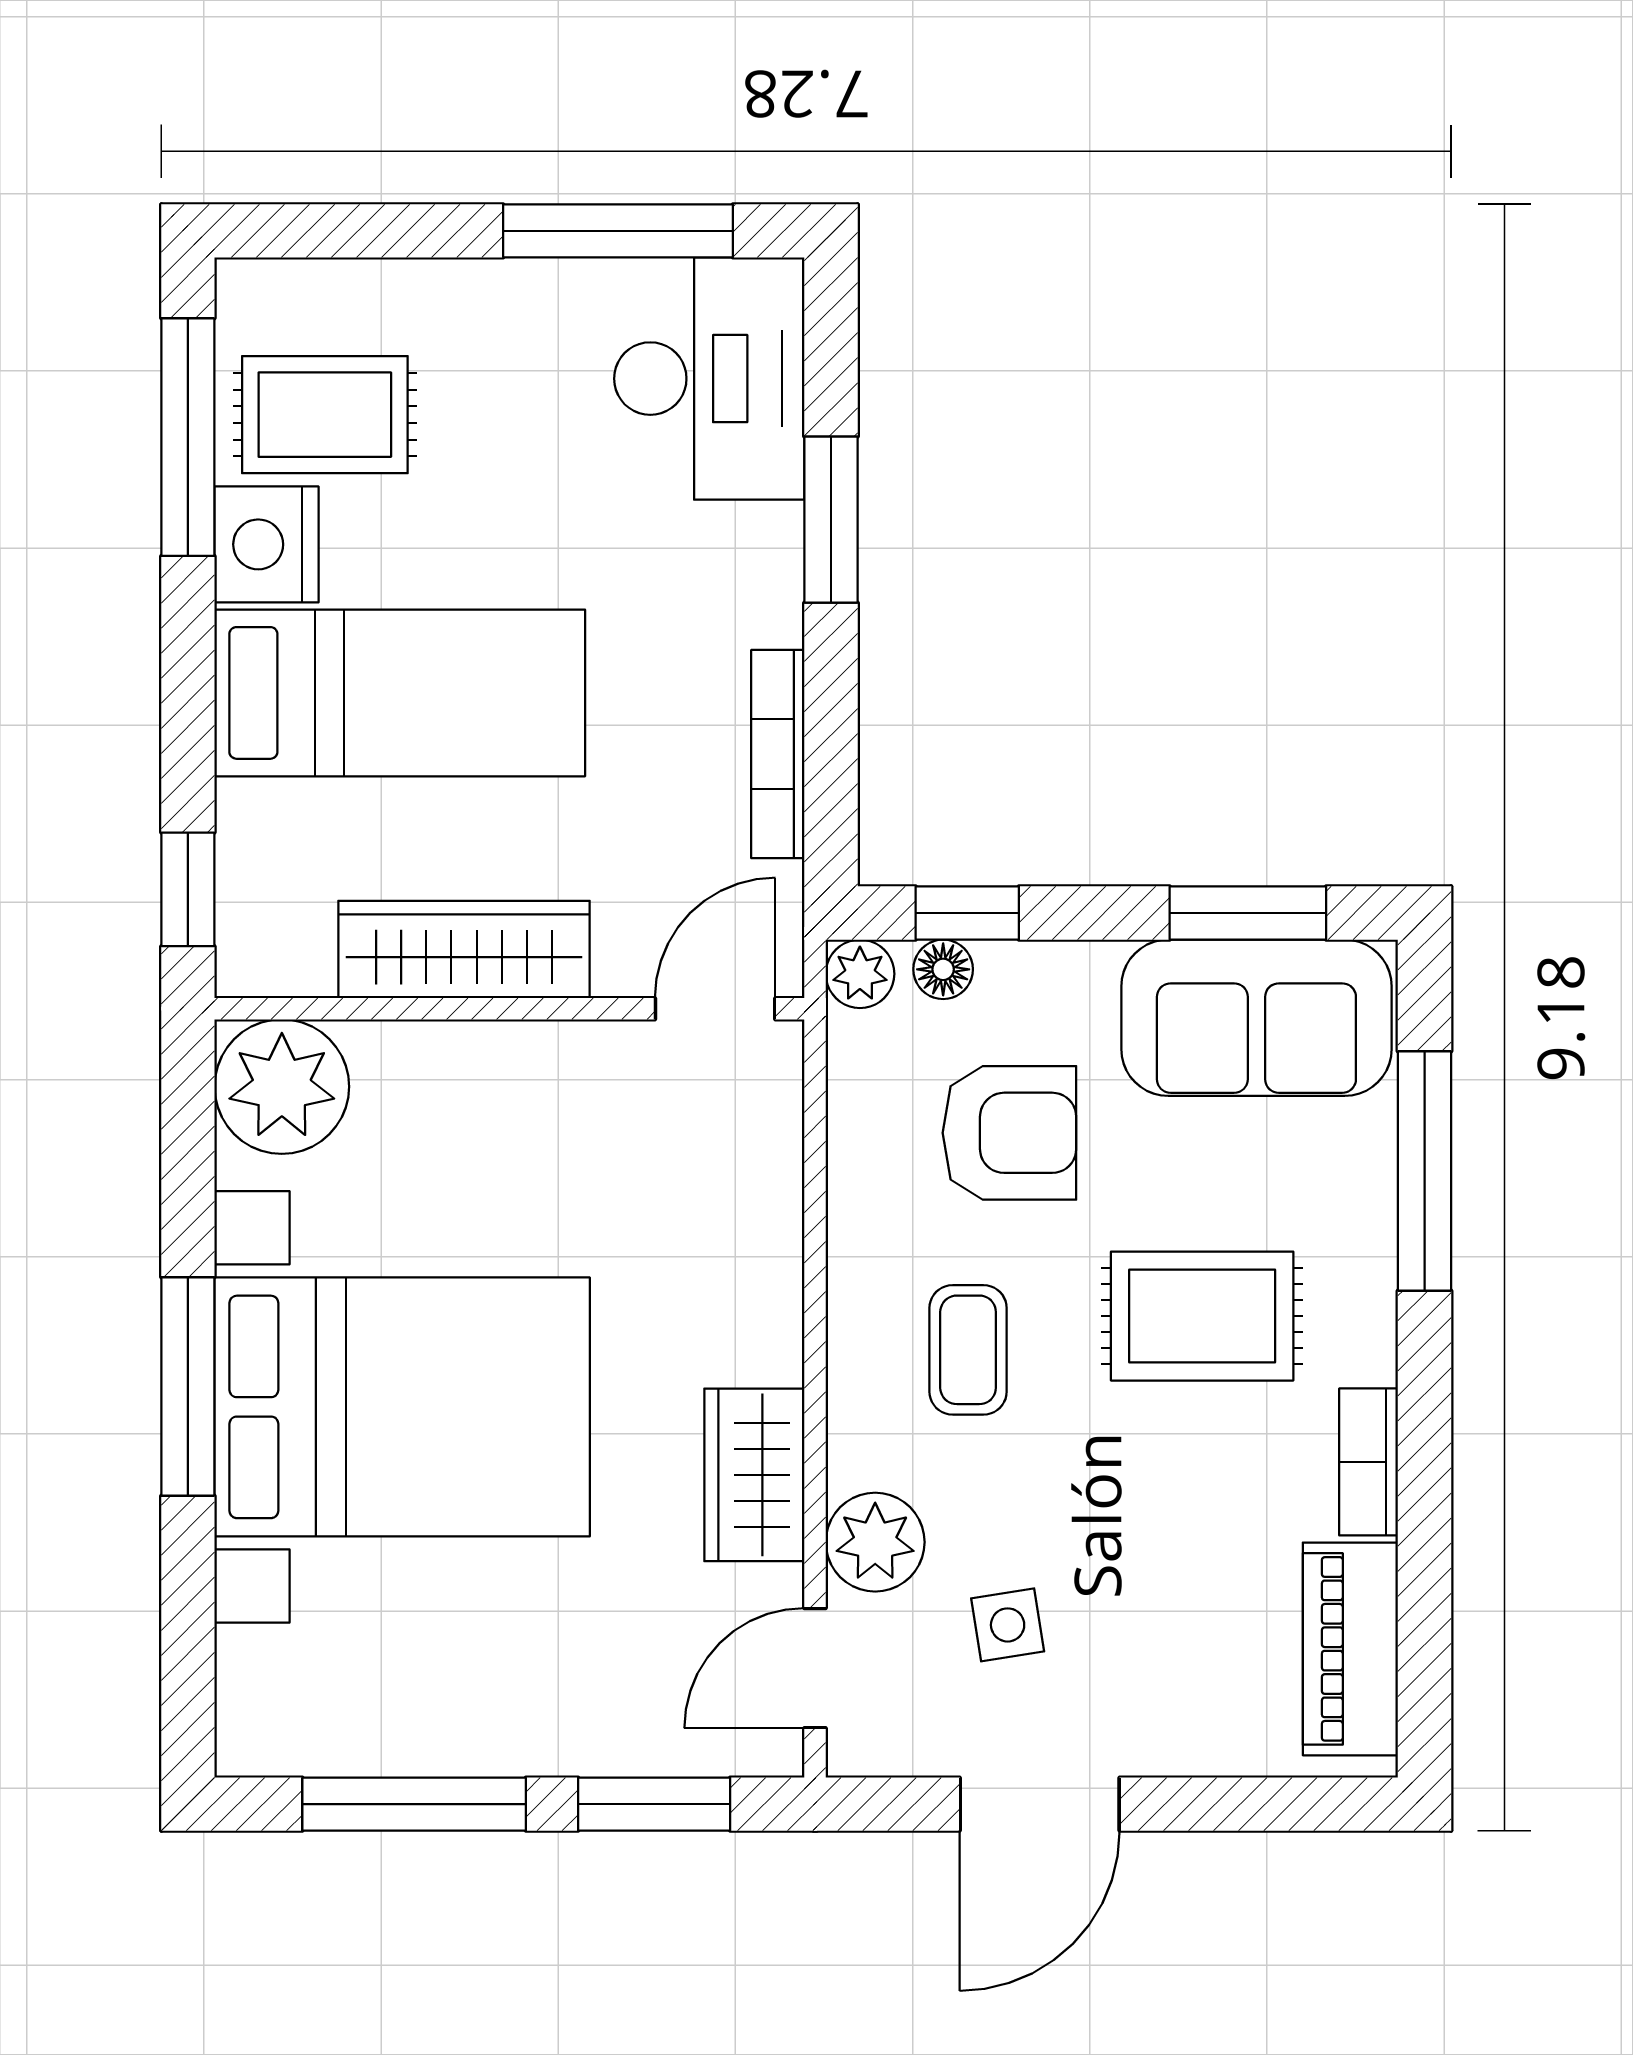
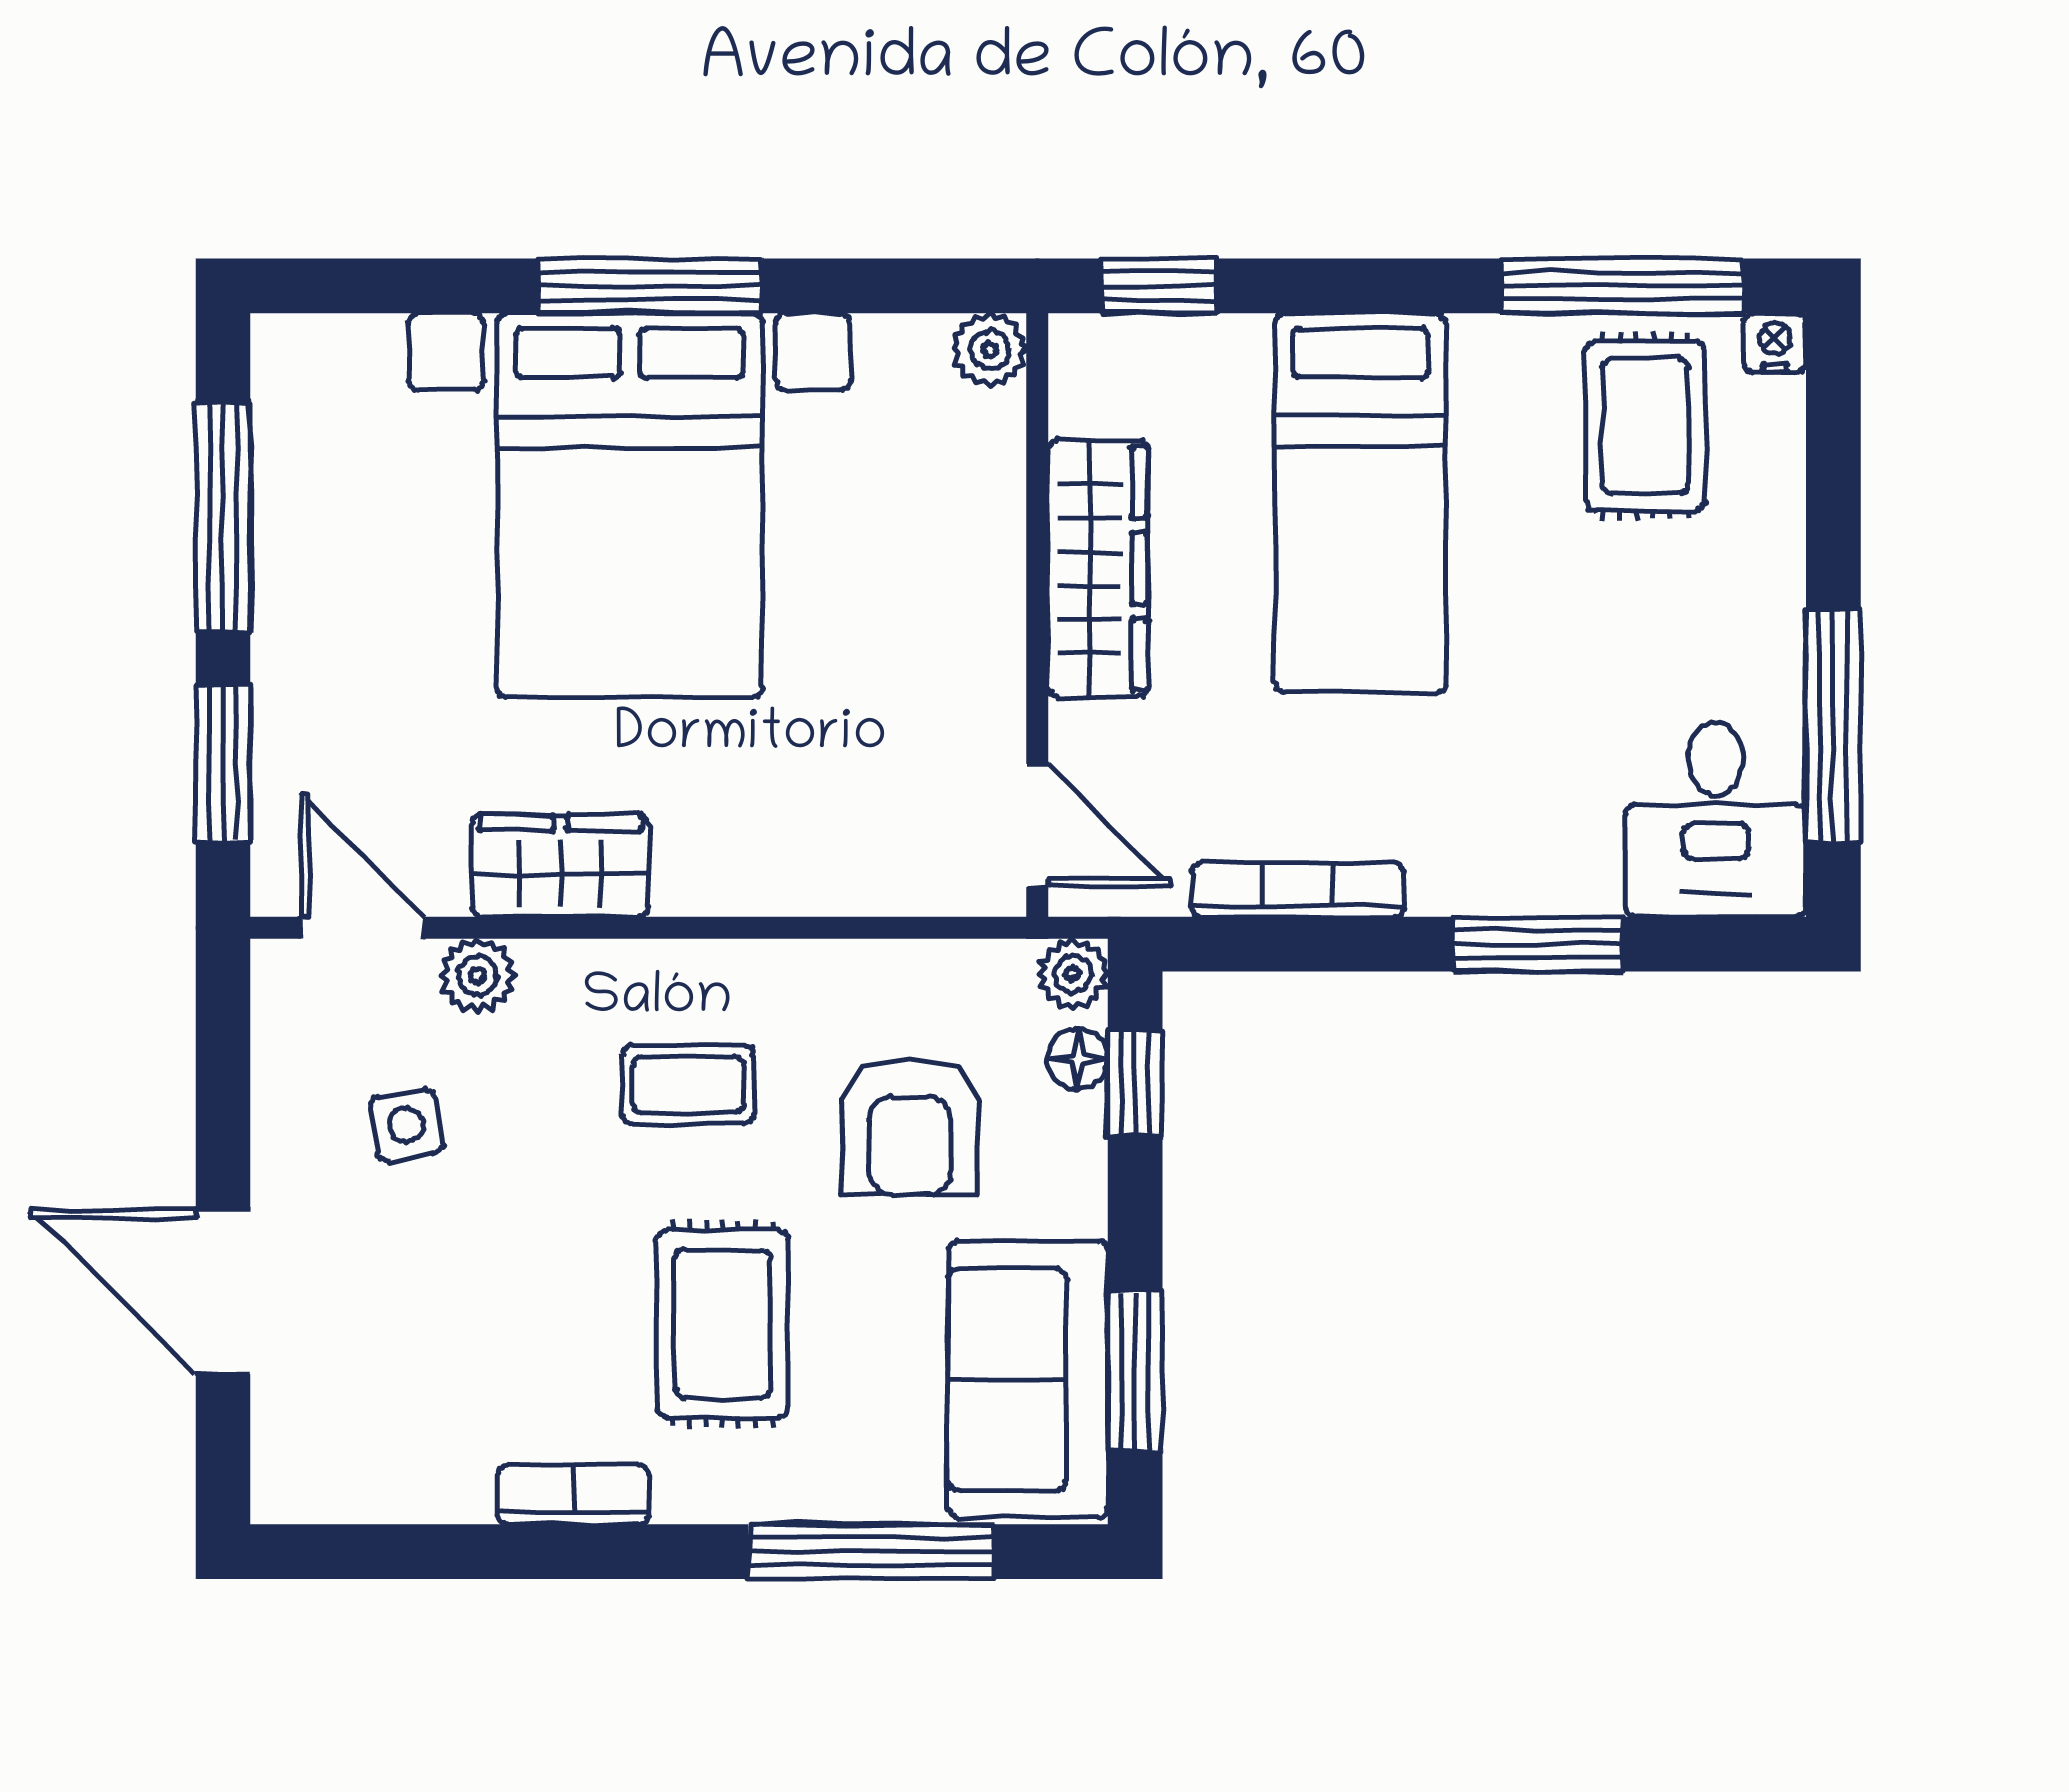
desk: (709, 379) -> (1716, 820), width x0.73
nightstand: (267, 544) -> (1775, 343), moved, width x0.53, depth x0.56
plant: (282, 1087) -> (990, 350), width x0.53, depth x0.53
plant: (875, 1542) -> (477, 976), width x0.73, depth x0.73
piano: (1350, 1649) -> (382, 1476), removed
door: (1040, 1804) -> (223, 1292), moved

